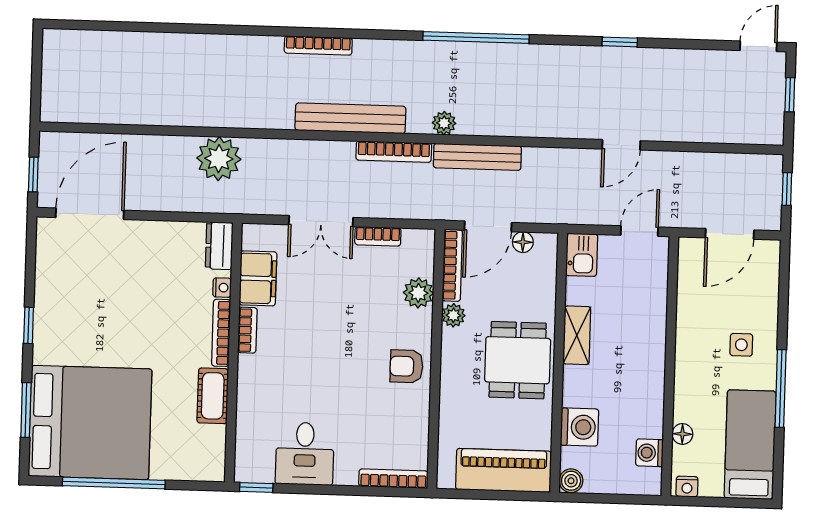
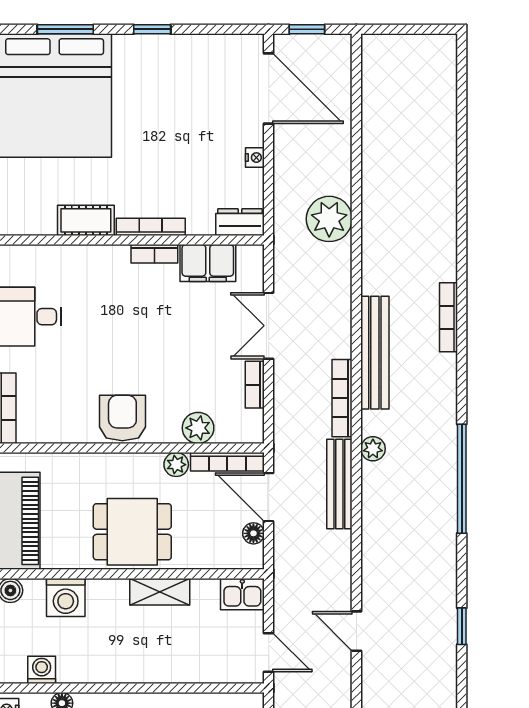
nightstand: (222, 288) -> (255, 158), moved, turned -90
armchair: (406, 366) -> (122, 418), width x1.38, depth x1.38

